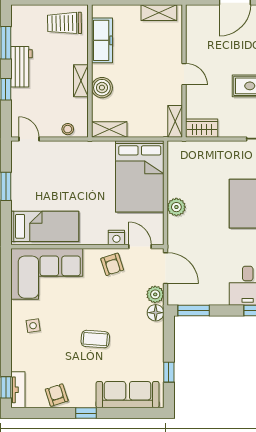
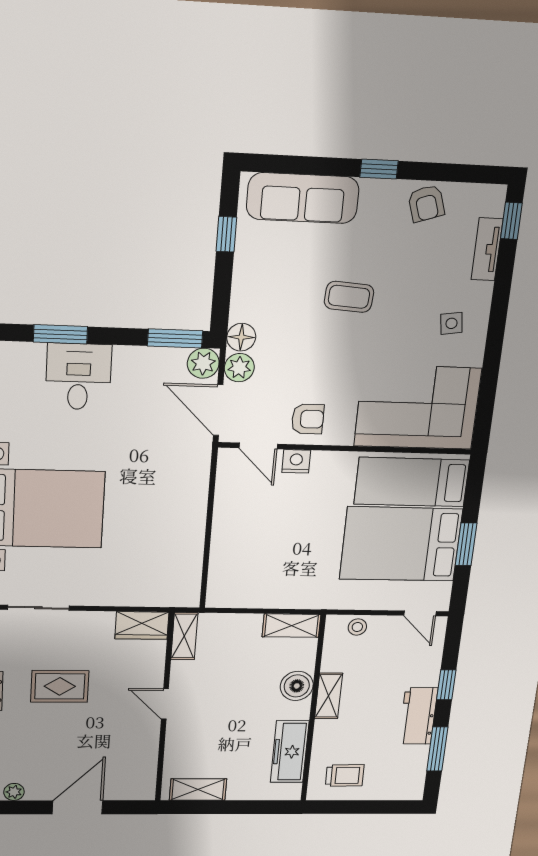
trolley: (65, 23) -> (345, 775), width x0.73, depth x0.72
bed: (140, 176) -> (401, 544), moved, turned -90
plant: (176, 207) -> (203, 363), moved
armchair: (112, 264) -> (308, 419), turned 108
tv unit: (18, 390) -> (487, 249), moved

